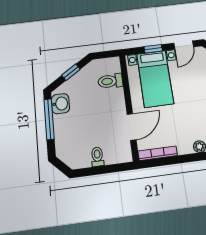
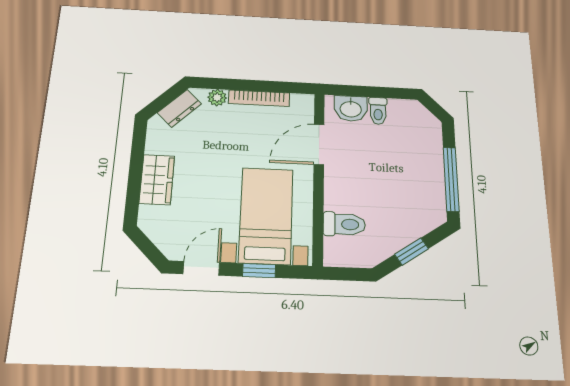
washbasin: (60, 104) -> (351, 109), moved, turned -90
bookcase: (158, 153) -> (259, 98), moved

